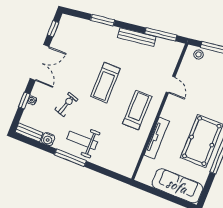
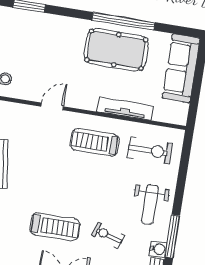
treadmill: (105, 83) -> (55, 227), moved
exercise bike: (122, 149) -> (150, 150), added
window: (70, 158) -> (172, 236), moved

